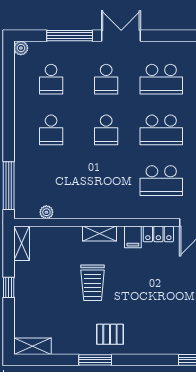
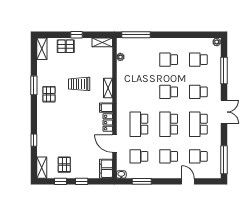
double door: (121, 36) -> (224, 112), moved
pallet: (28, 306) -> (66, 46), added

